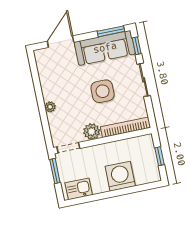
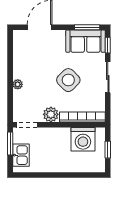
sofa: (105, 48) -> (86, 41), width x0.73
side table: (103, 91) -> (68, 80), turned 45
washing machine: (120, 176) -> (83, 139), moved, turned 180
kitchen sink: (79, 189) -> (21, 155), moved, turned 90

